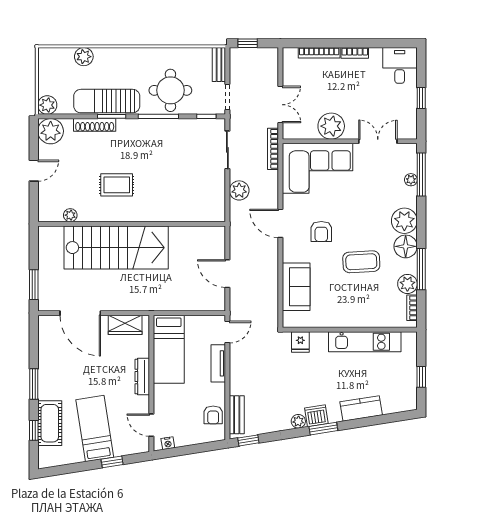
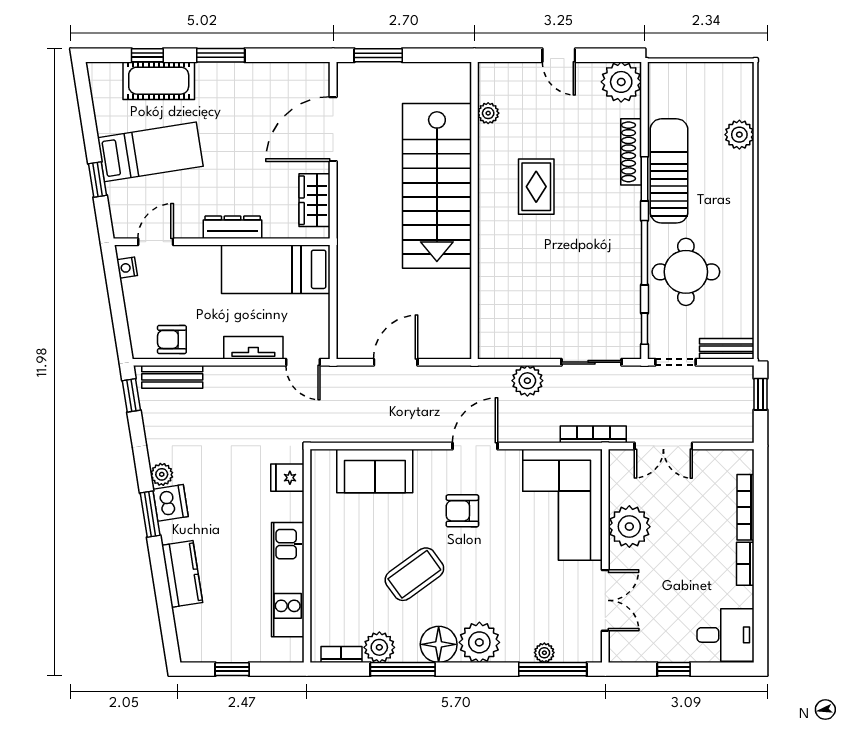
plant: (47, 105) -> (663, 77), removed
coffee table: (361, 262) -> (414, 574), turned 57

